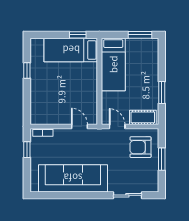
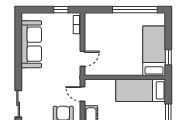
window: (27, 71) -> (135, 10), width x3.17
door: (117, 126) -> (83, 94), swing flipped
sofa: (73, 178) -> (31, 44), width x0.74, depth x0.79

